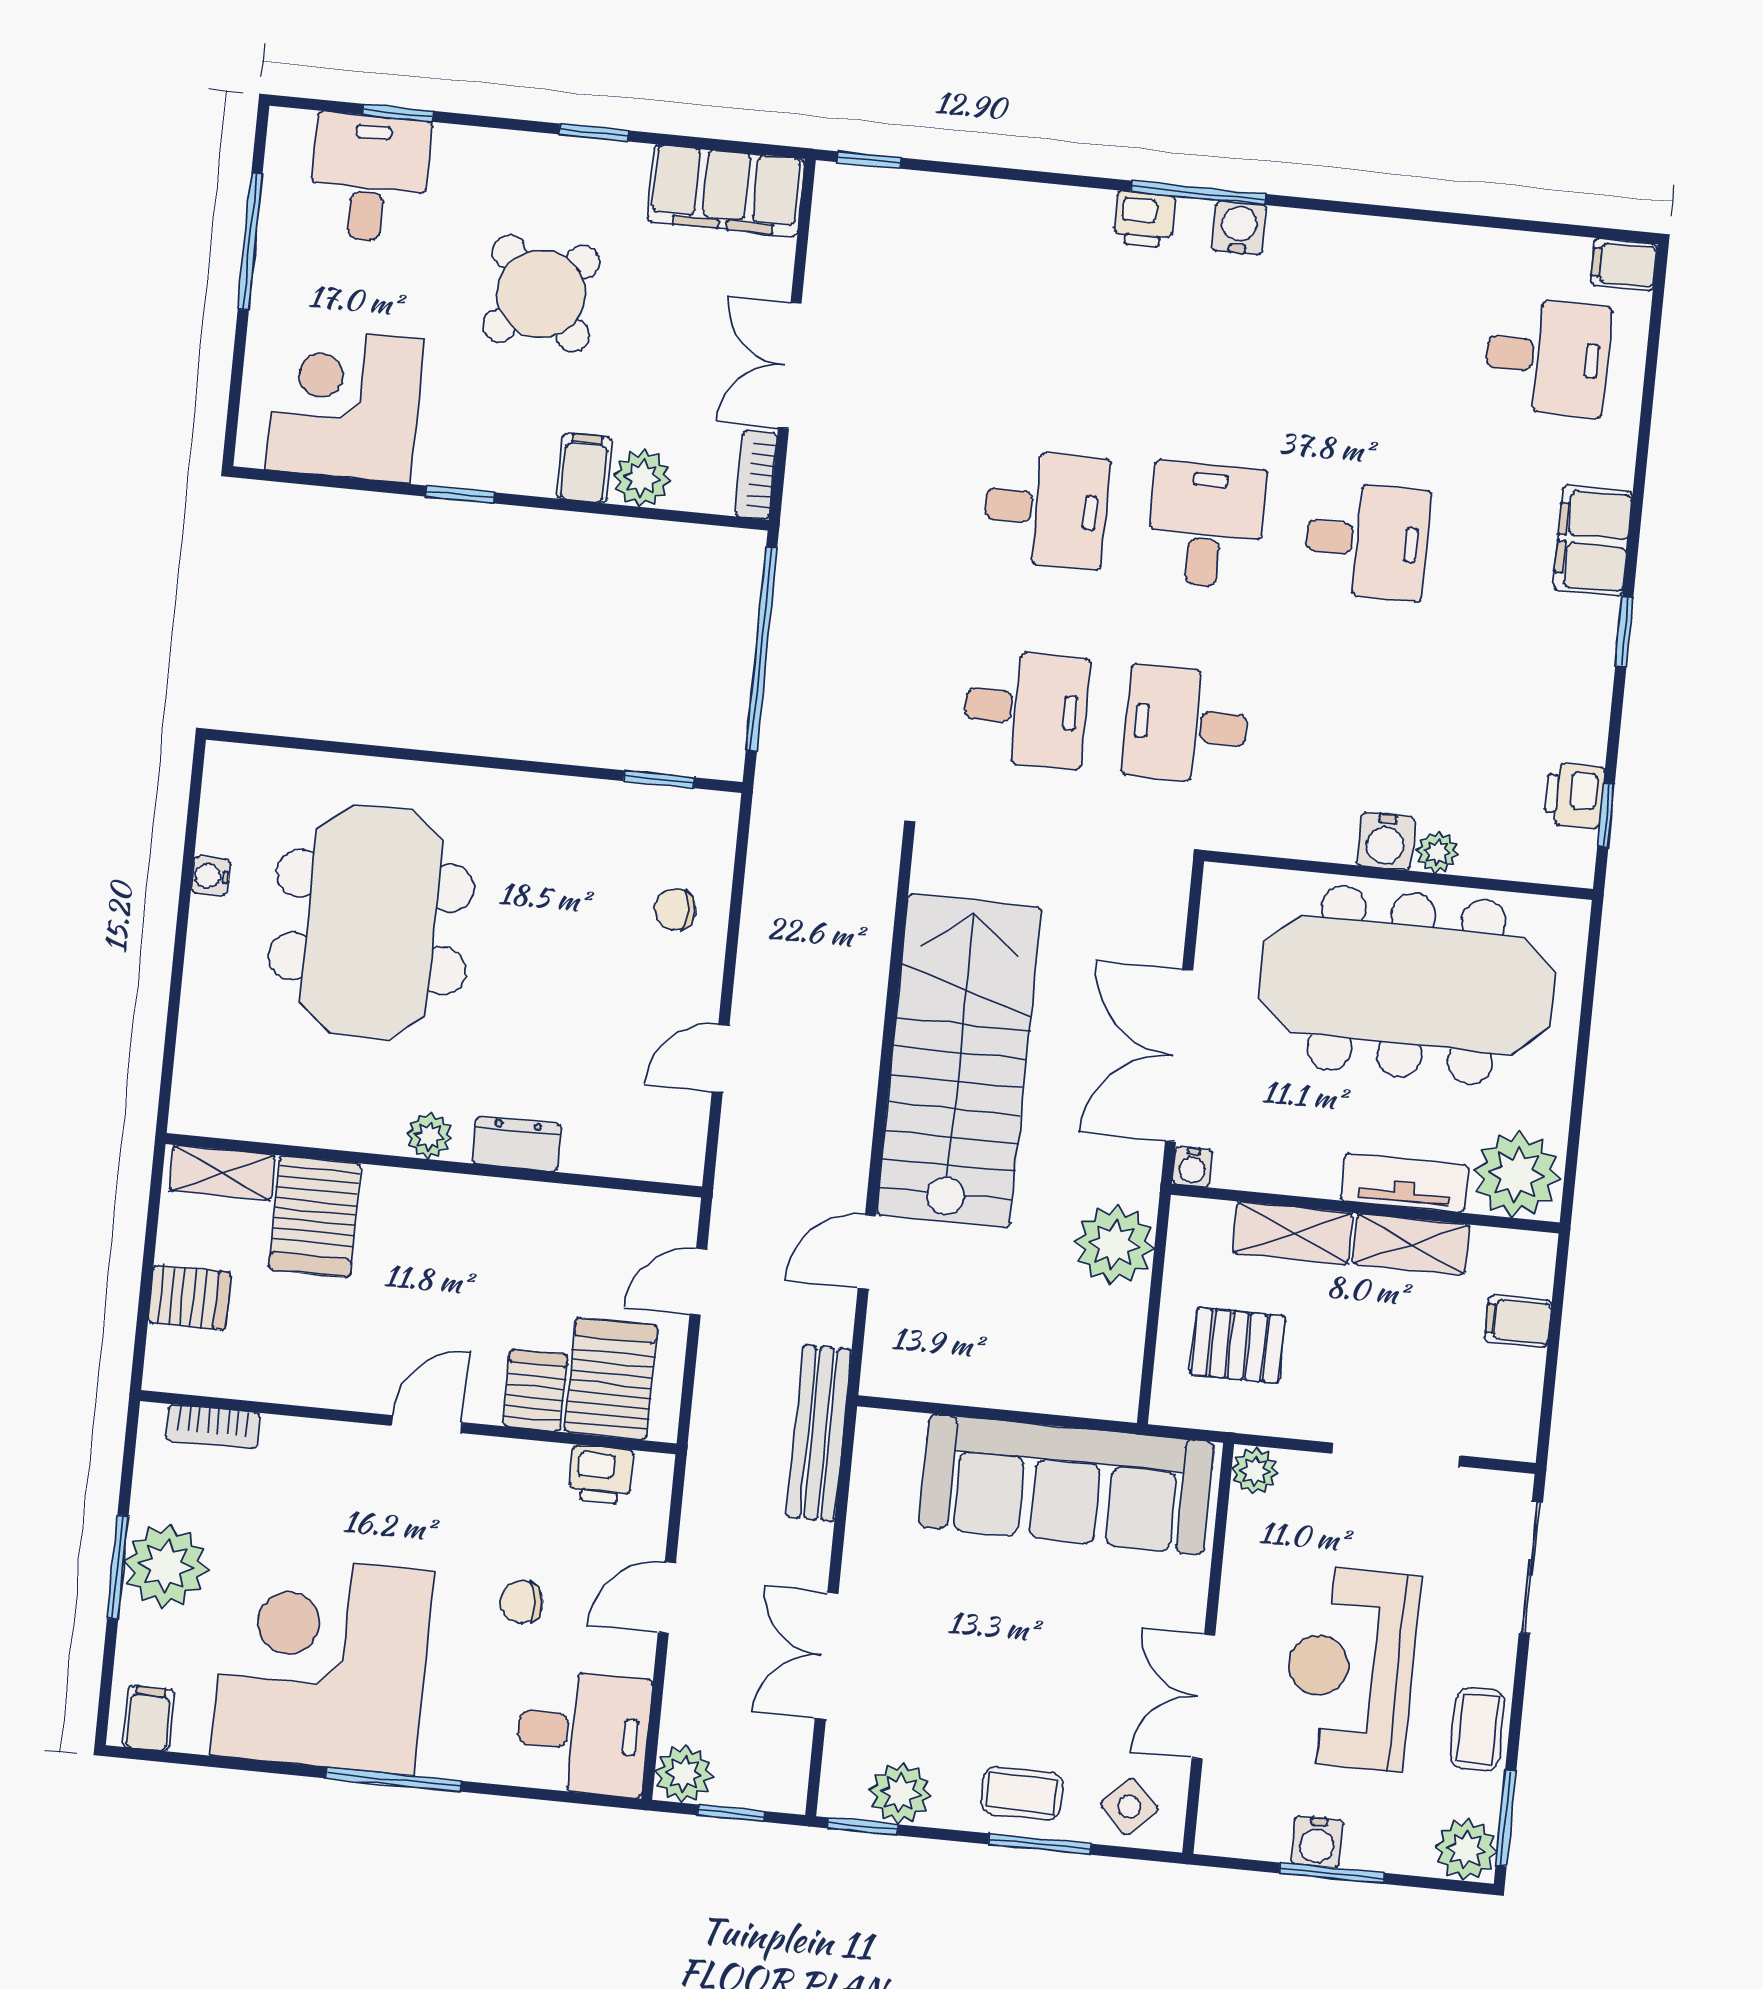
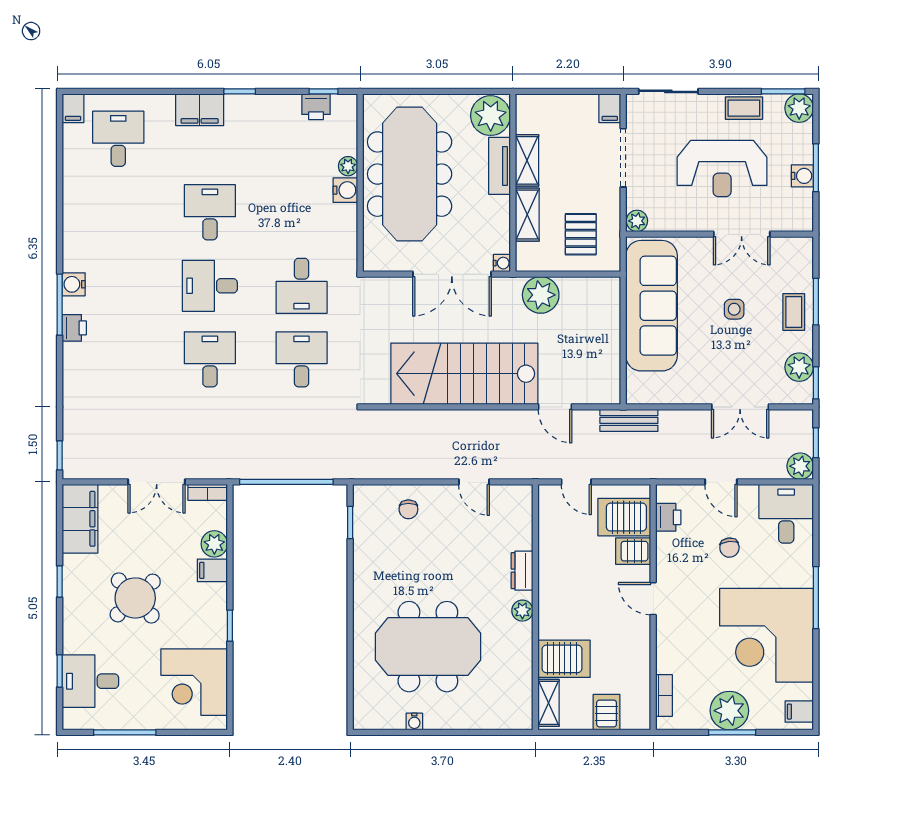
filing cabinet: (1518, 1321) -> (610, 108), moved
bench: (819, 1433) -> (629, 420), width x0.73
side table: (1129, 1806) -> (734, 309), moved, turned 45

